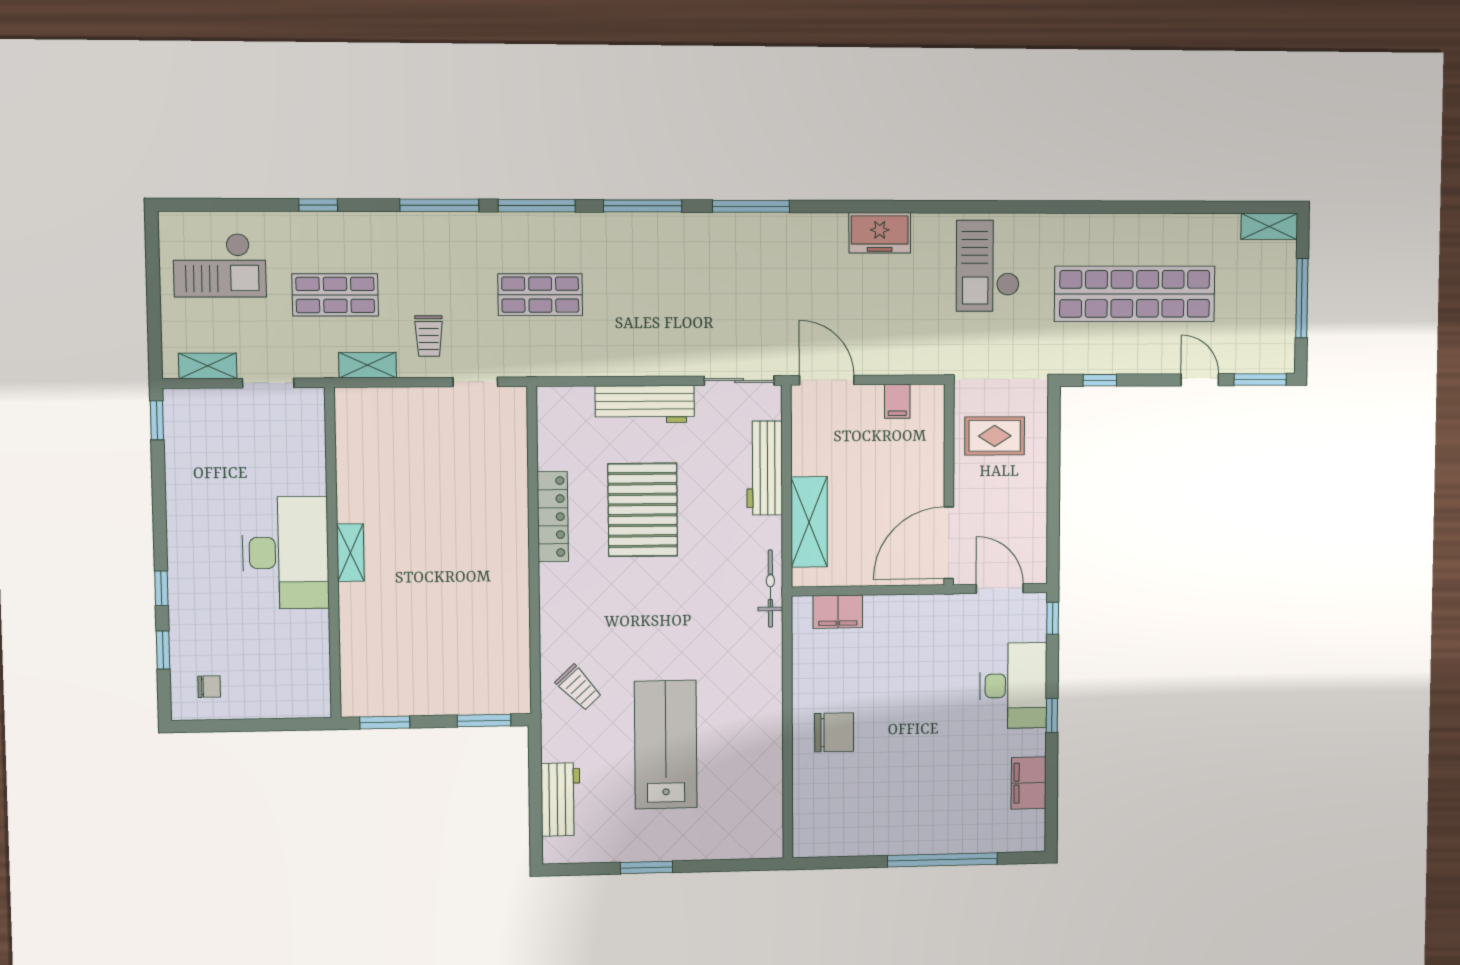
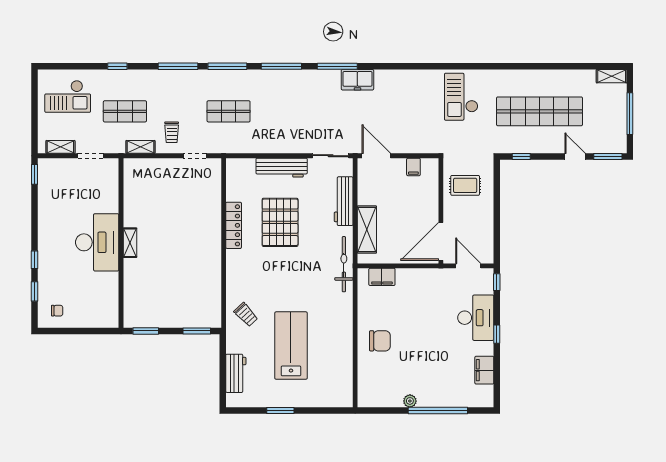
freezer: (880, 233) -> (357, 80), moved
bicycle: (770, 589) -> (344, 264), width x1.37, depth x1.40
plant: (890, 843) -> (410, 401), added

